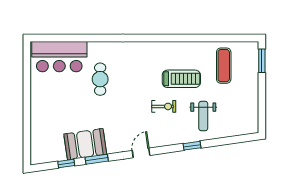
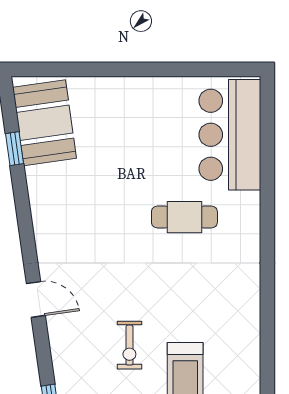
booth: (85, 144) -> (45, 123), moved
window: (97, 159) -> (23, 210), removed

